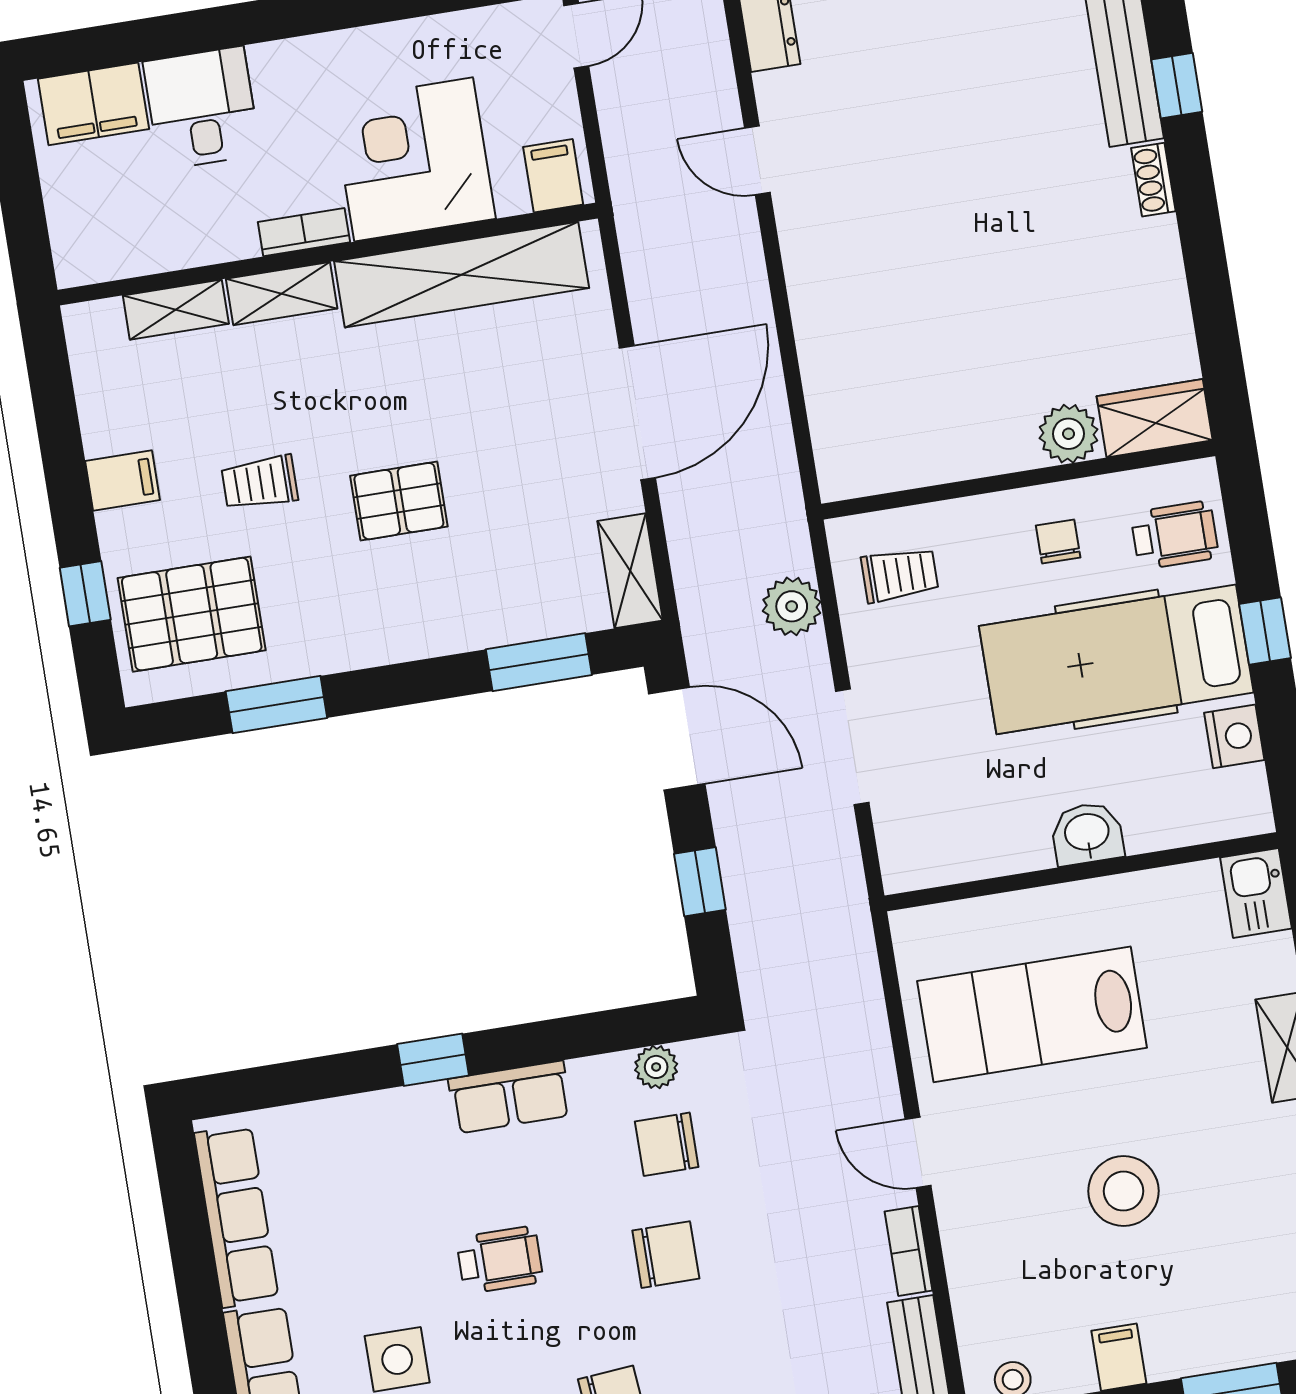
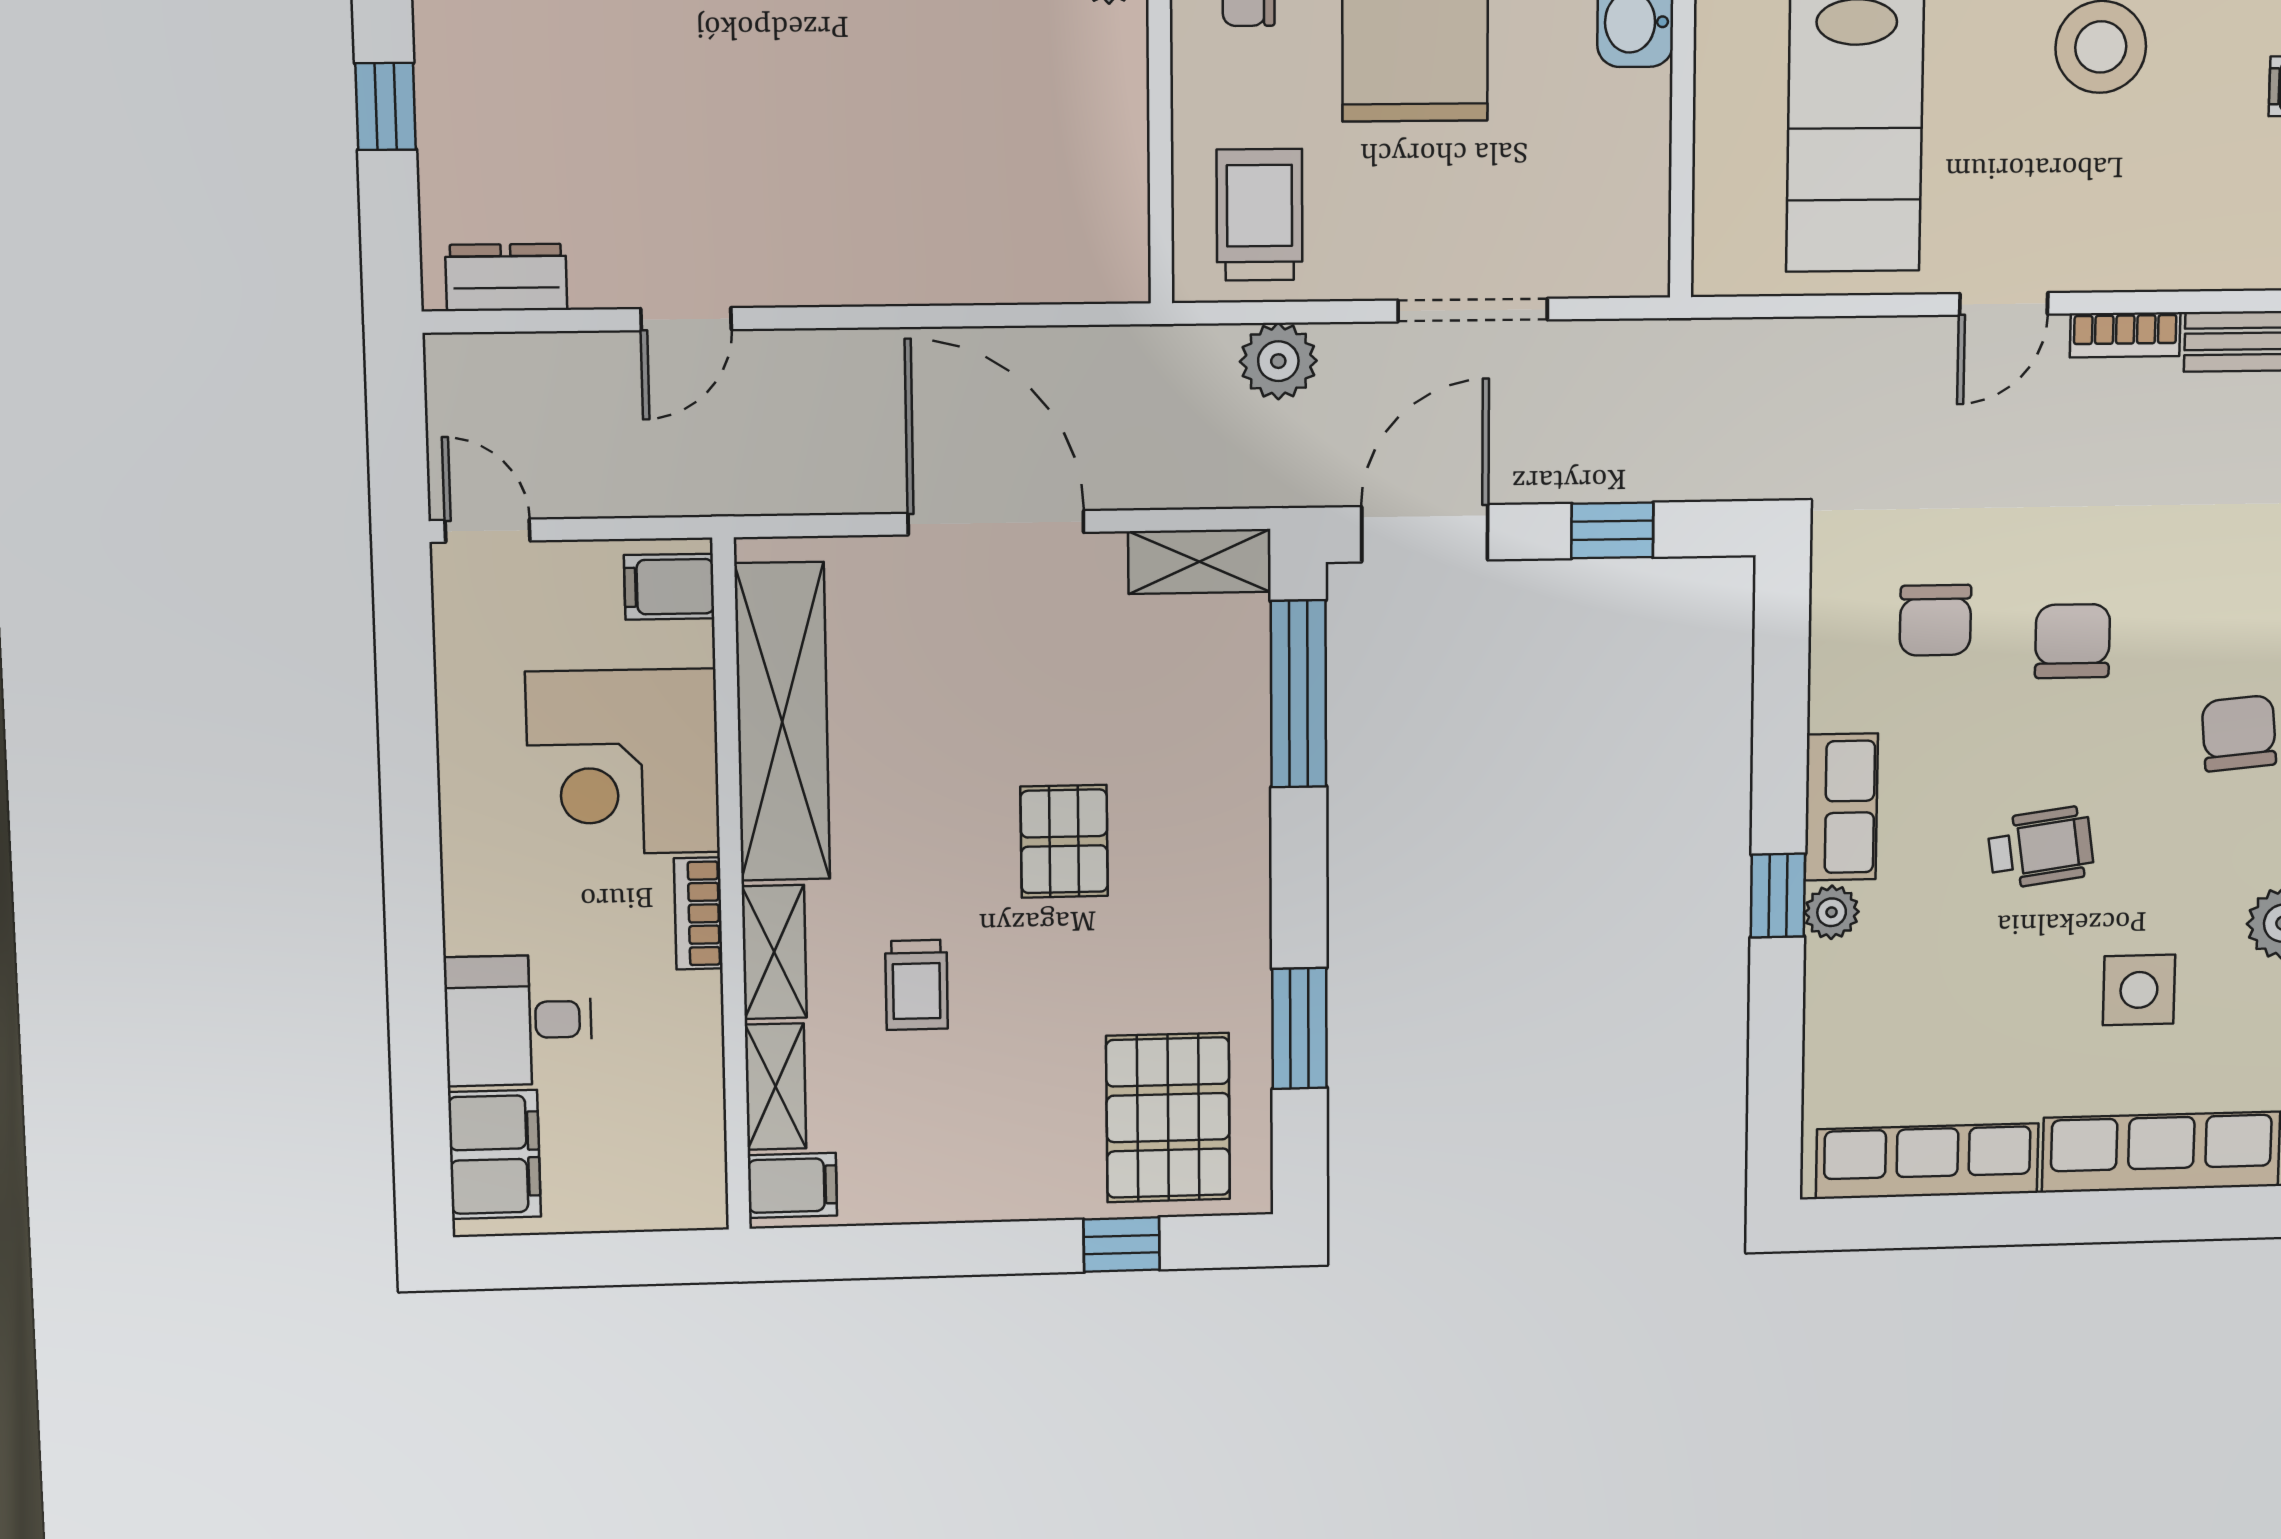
filing cabinet: (123, 481) -> (792, 1185), moved, turned 90
trolley: (260, 483) -> (917, 985), moved
trolley: (900, 575) -> (1259, 215), width x1.36, depth x1.39
window: (539, 662) -> (1298, 694), width x1.44
plant: (656, 1067) -> (1832, 912), moved
wheelchair: (500, 1260) -> (2041, 848), turned 82

